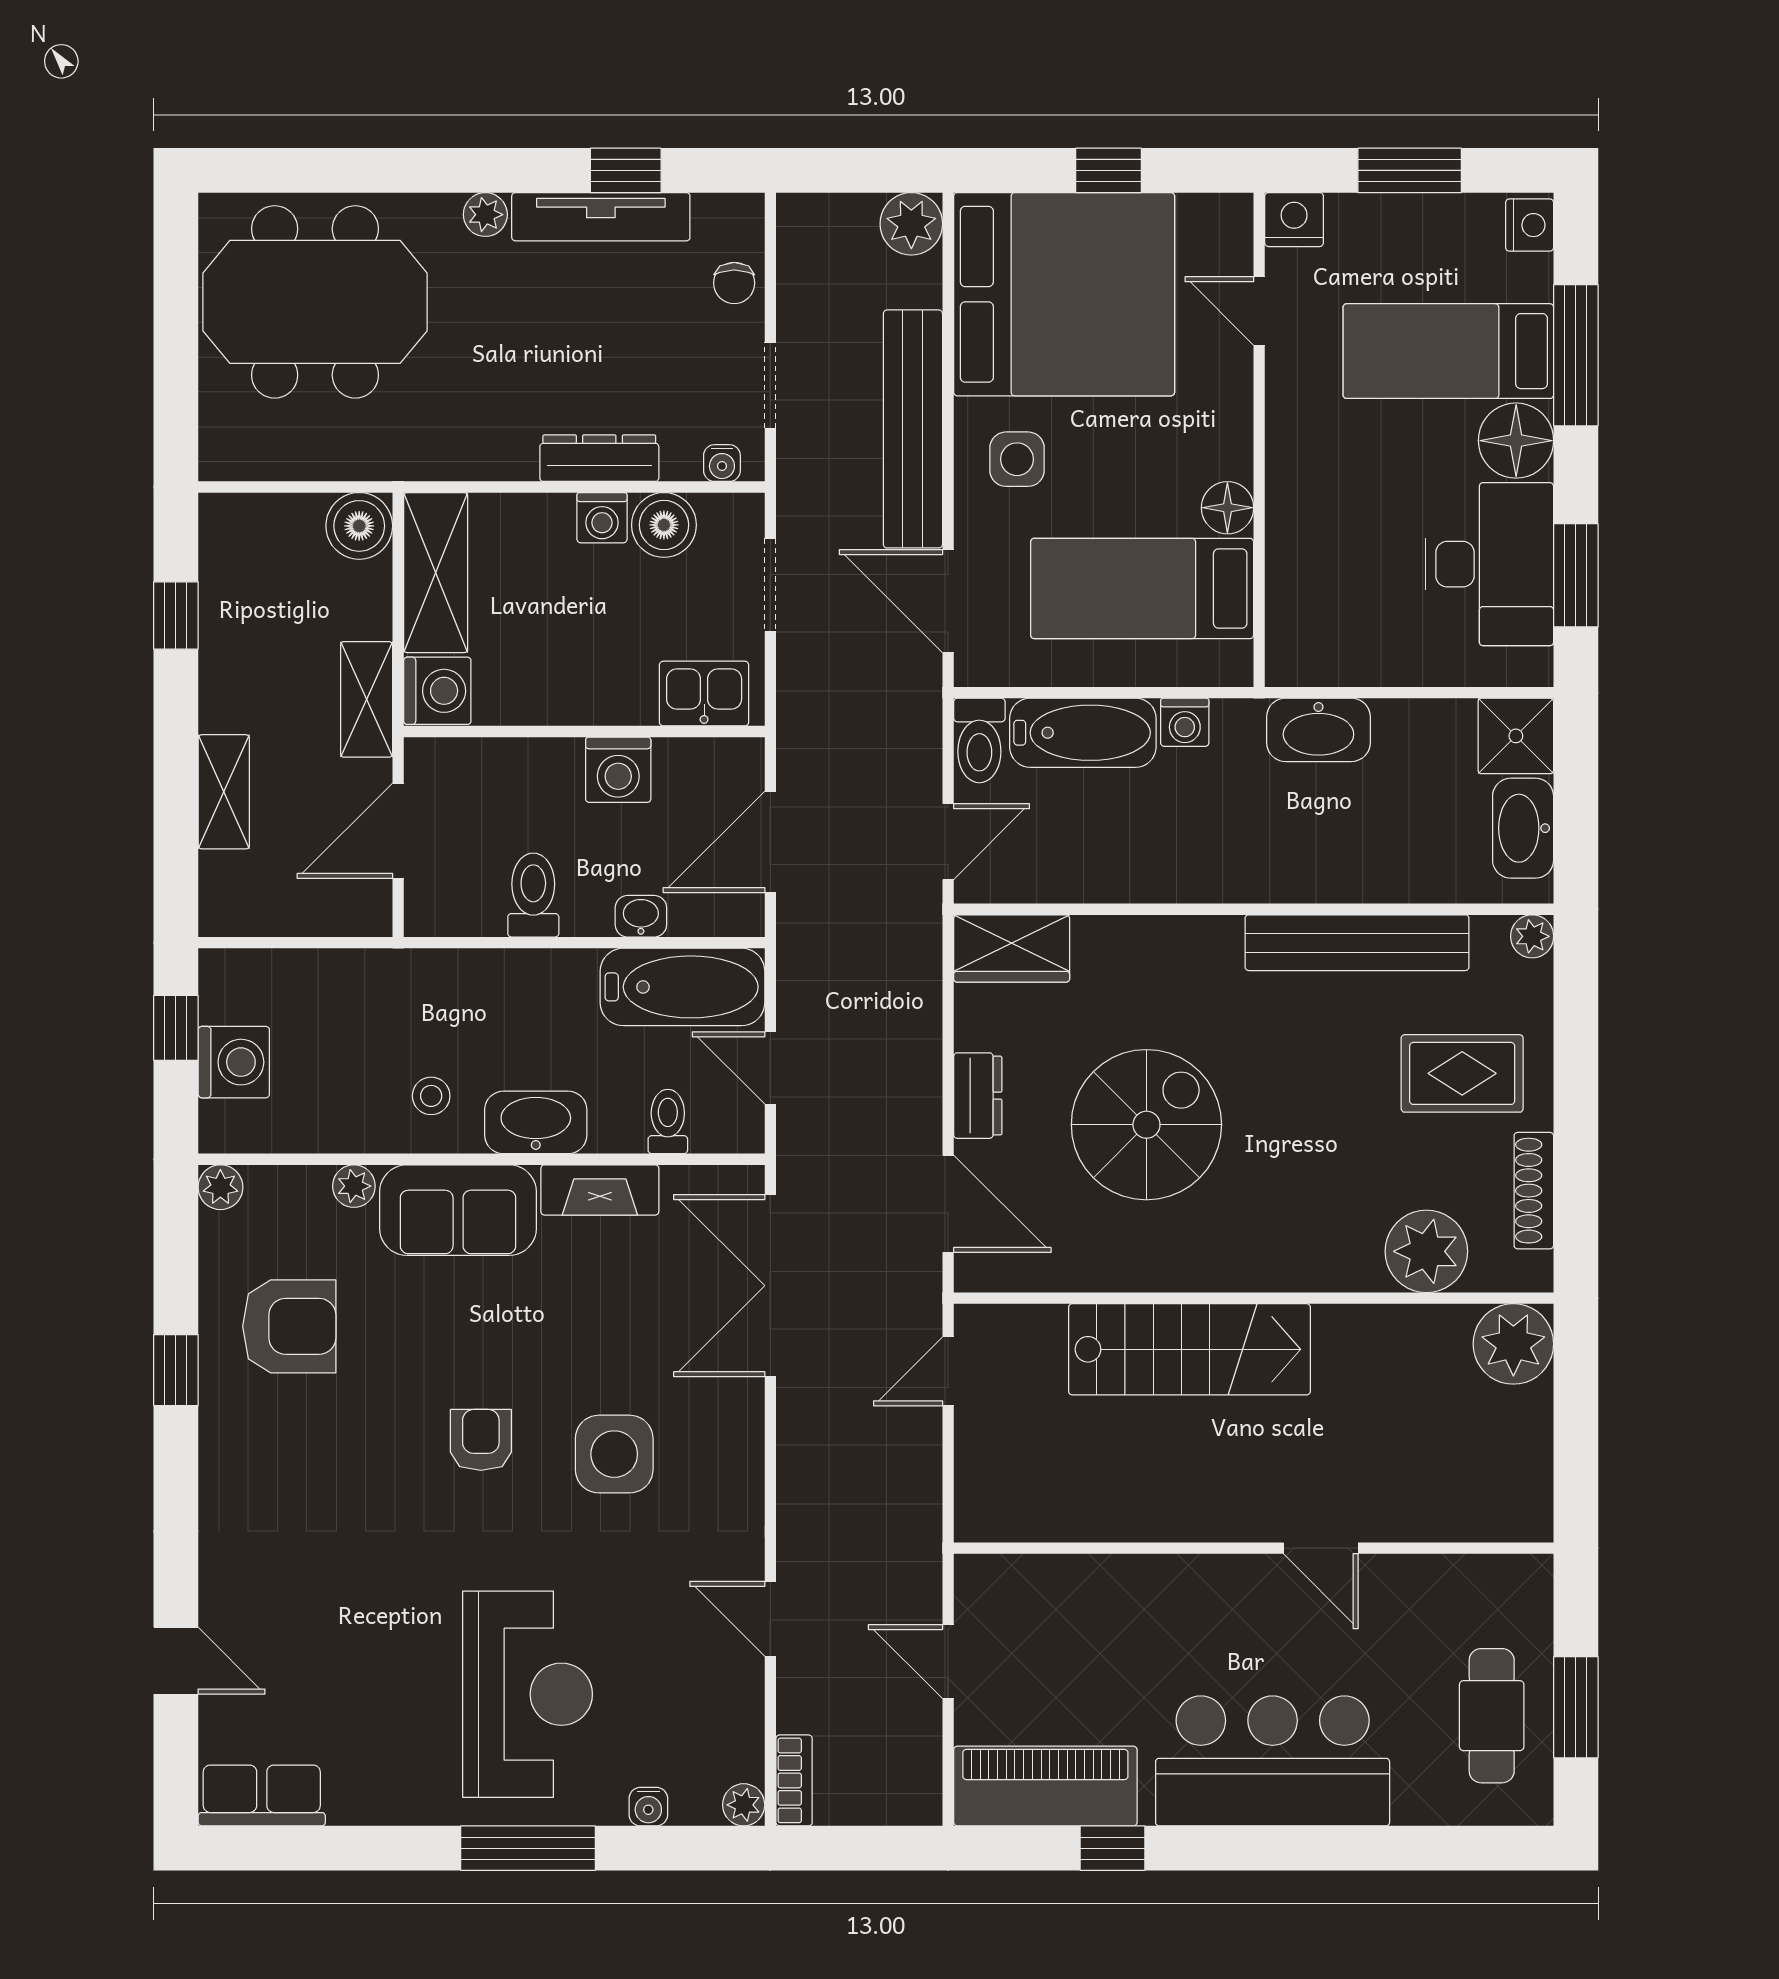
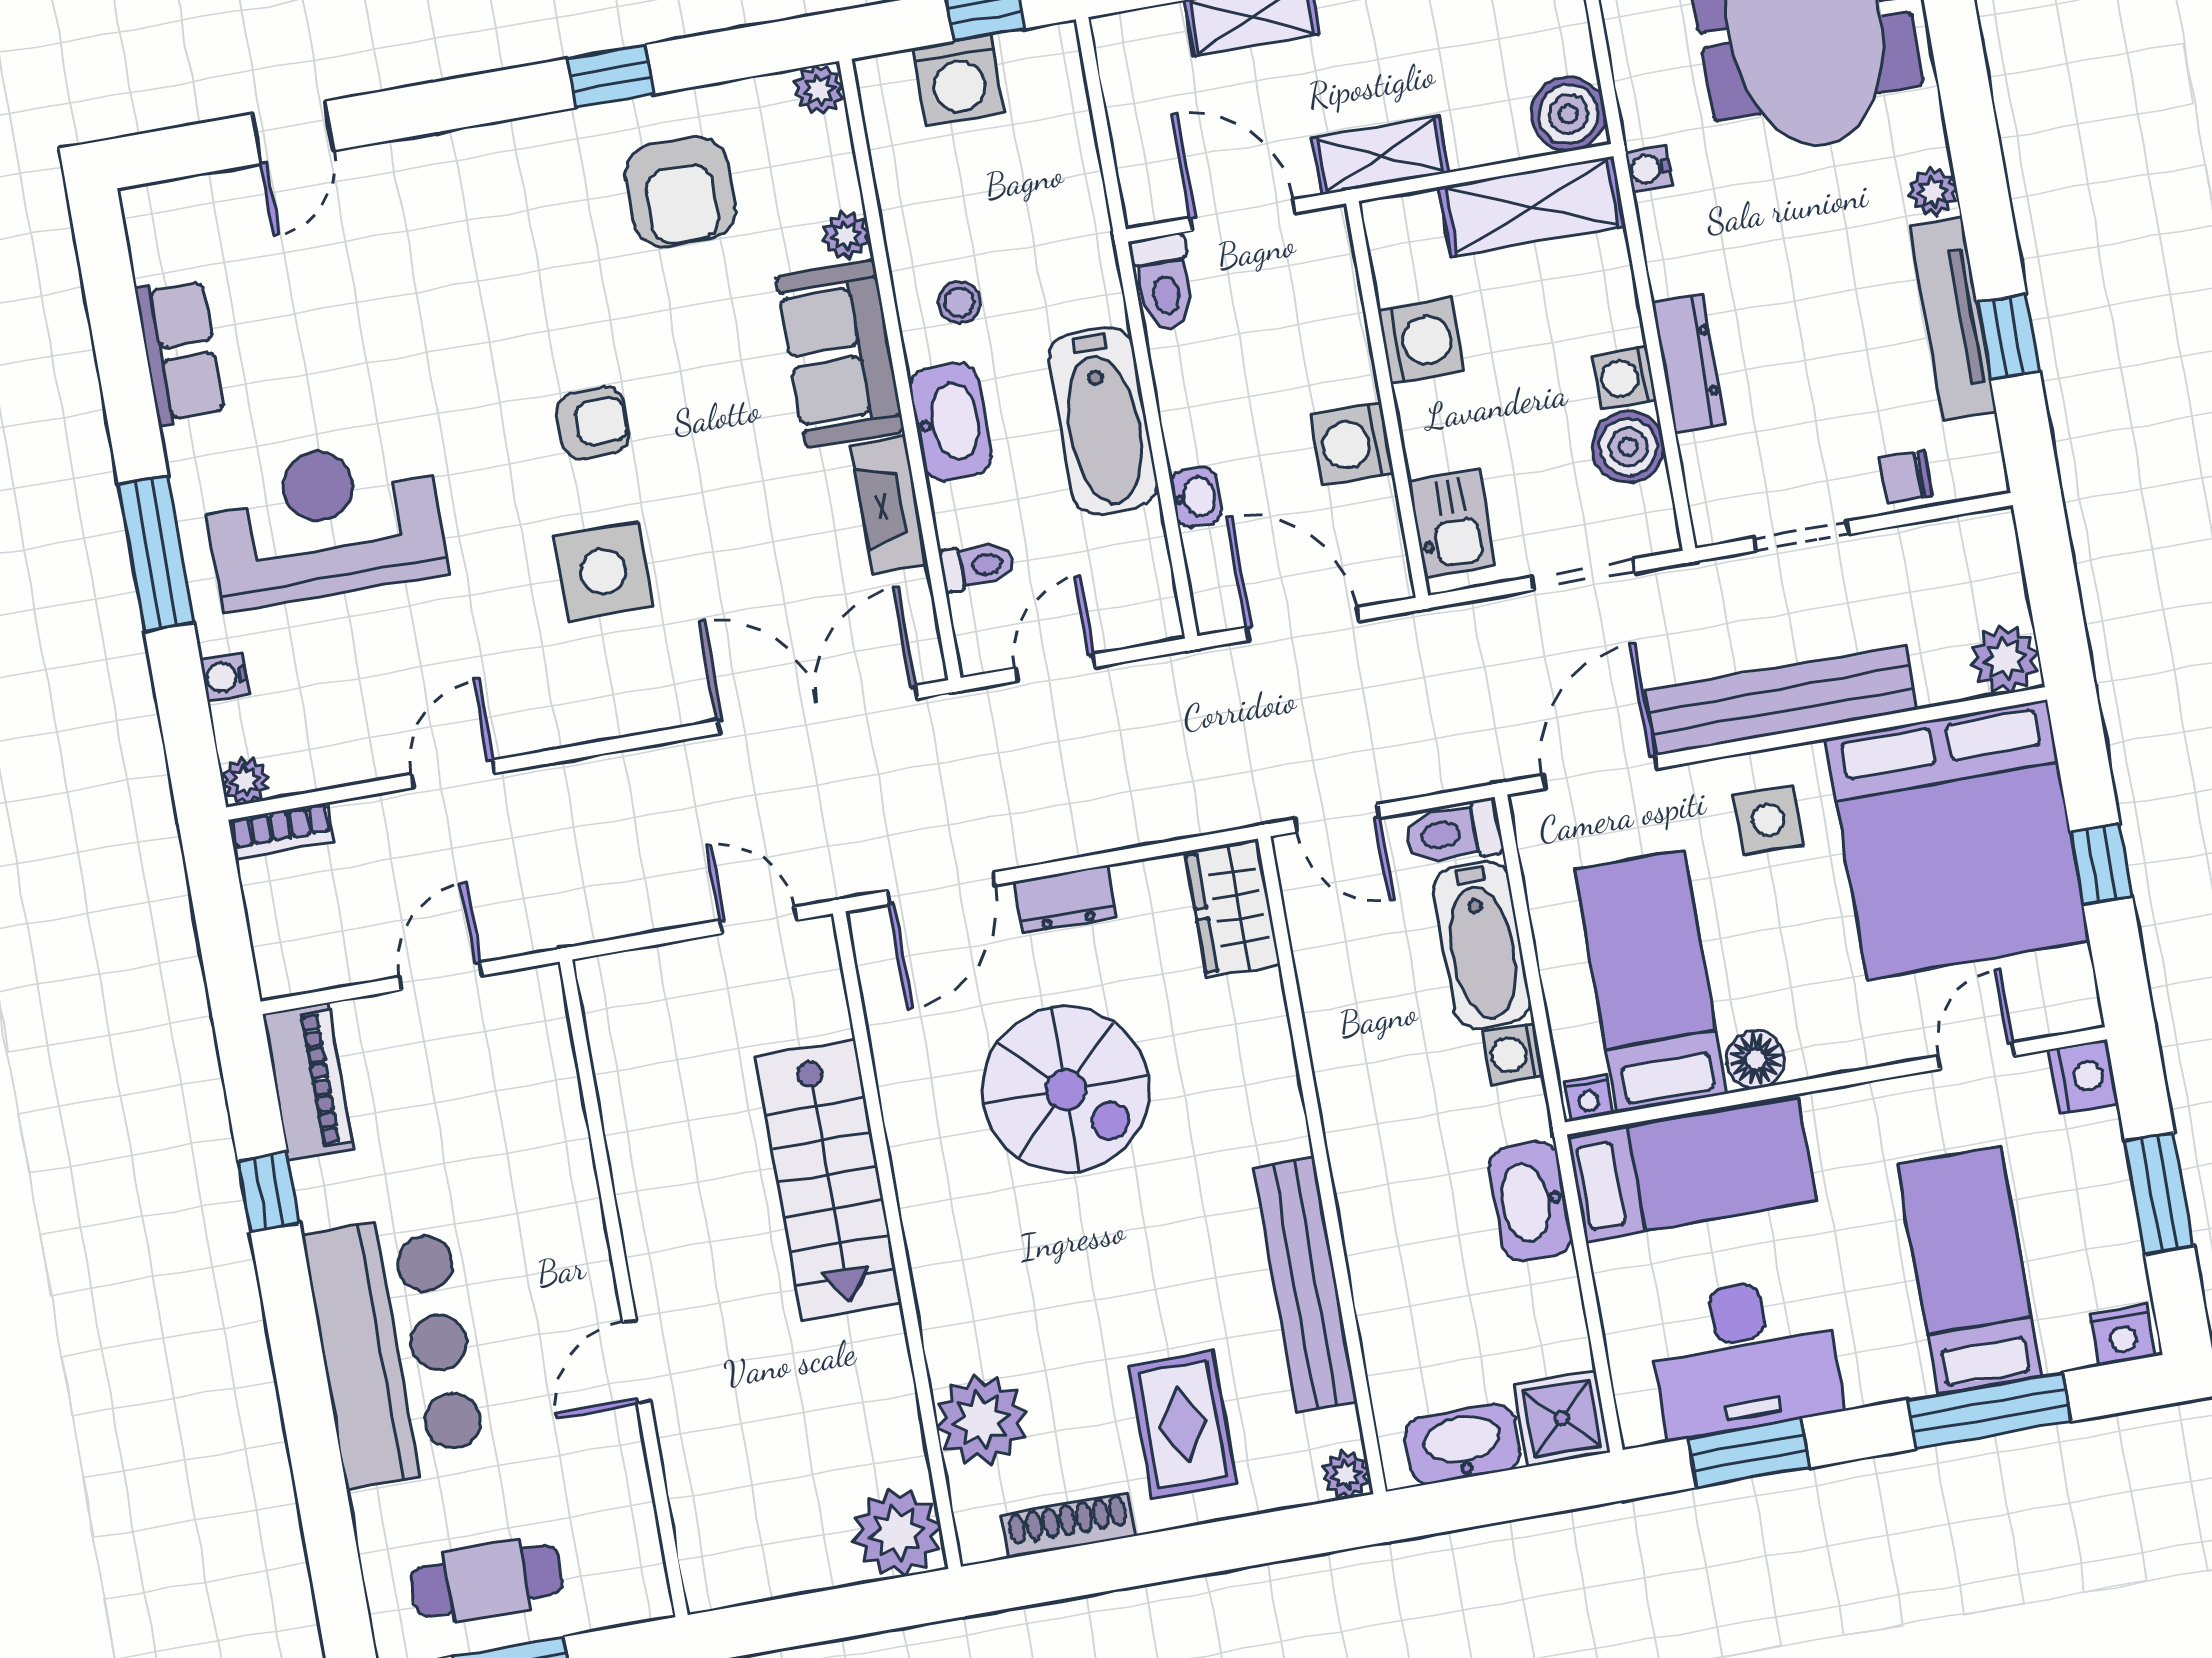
floor lamp: (1516, 441) -> (1885, 1362), removed
water cooler: (722, 463) -> (1649, 169), moved
bed: (1315, 582) -> (1692, 1170), added
nightstand: (1236, 662) -> (1588, 1098), added
washing machine: (437, 691) -> (1421, 341), moved, turned -90
toilet: (533, 895) -> (1164, 283), moved, turned 90
bathtub: (682, 987) -> (1103, 421), moved
reception desk: (528, 1694) -> (324, 523), turned 180
piano: (1045, 1786) -> (308, 1082), width x0.73, depth x0.75
row of seats: (262, 1795) -> (180, 352), moved

